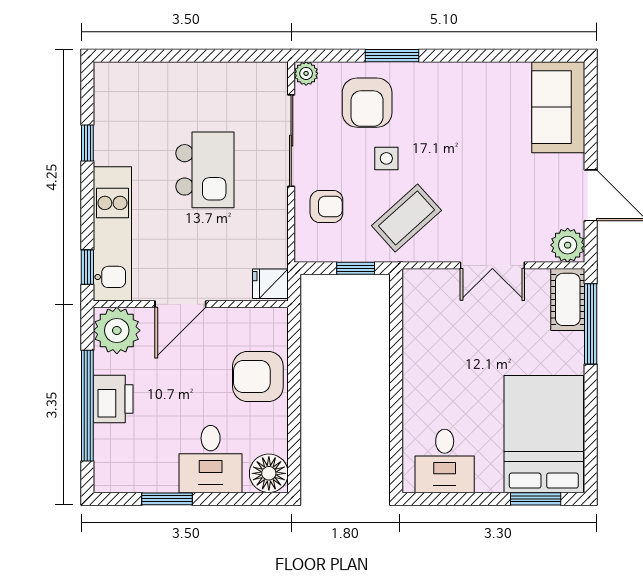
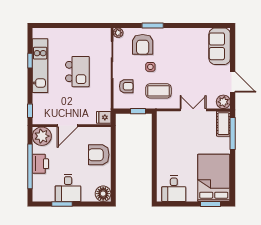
coffee table: (406, 218) -> (158, 91), turned 42
kitchen unit: (112, 234) -> (40, 66), moved
double door: (492, 265) -> (193, 110), swing flipped
desk: (211, 459) -> (68, 188), moved

